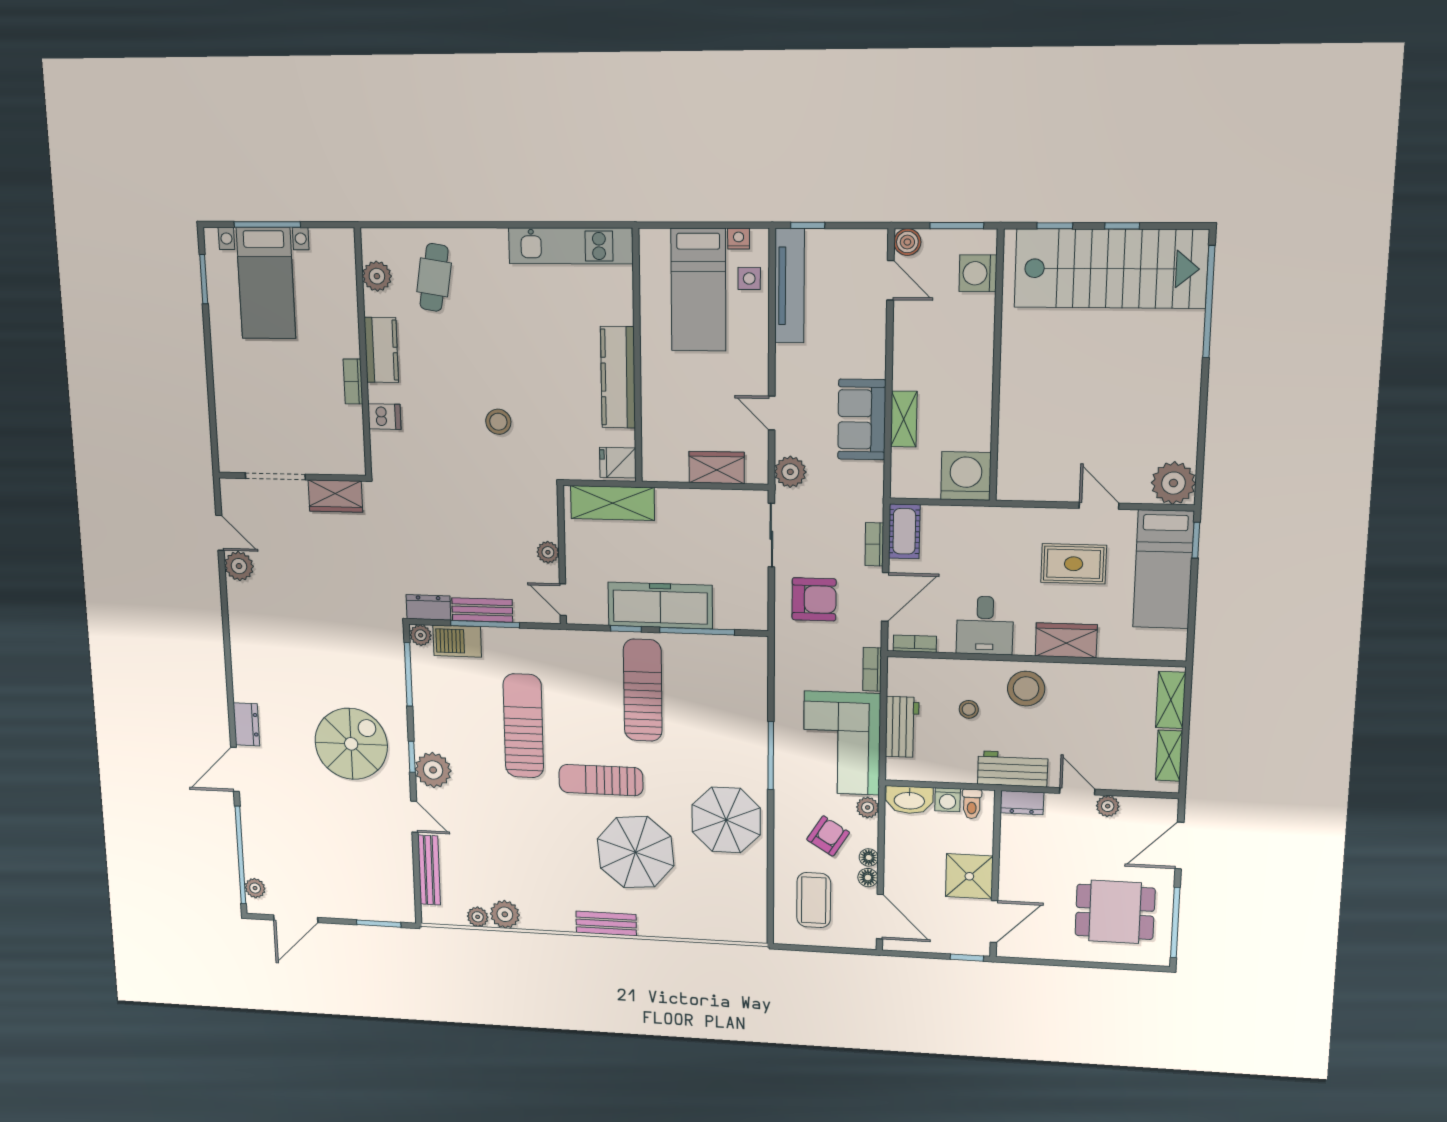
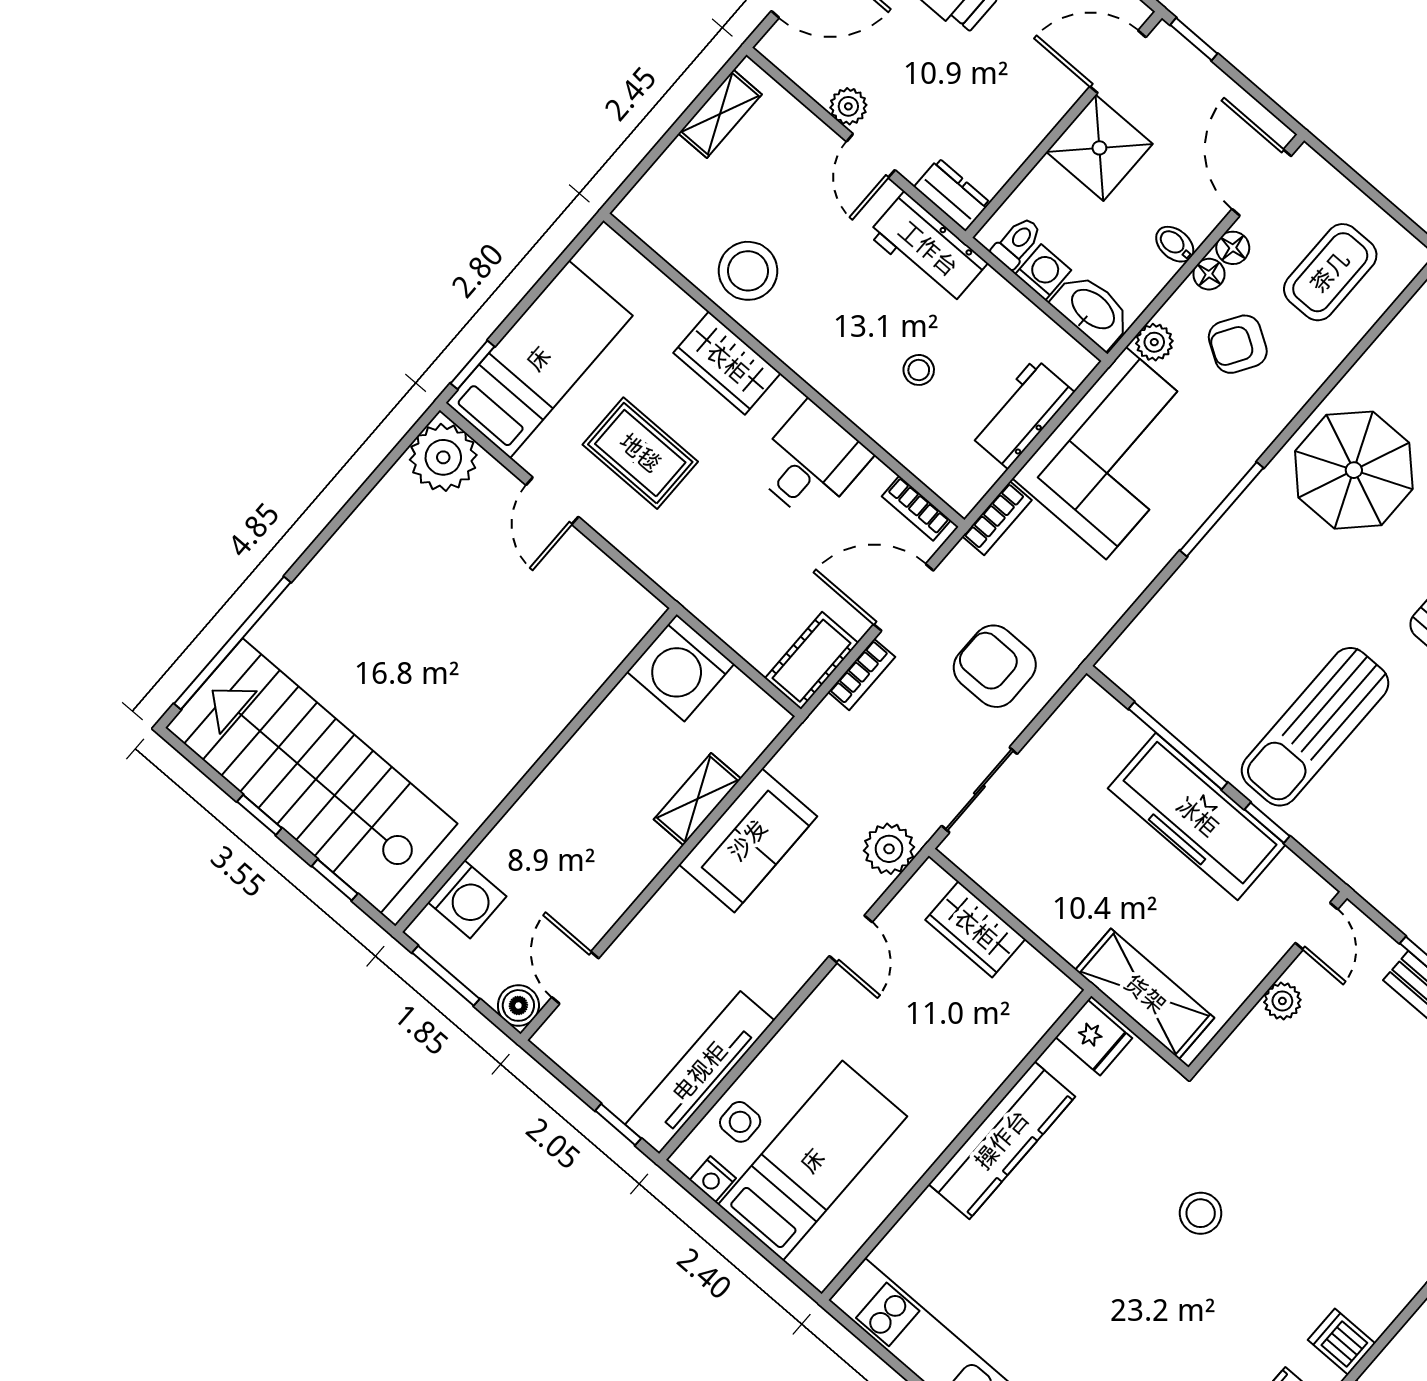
stool: (1026, 689) -> (748, 271), moved
shelving: (1171, 700) -> (661, 185), removed
bidet: (896, 859) -> (1175, 244), added

